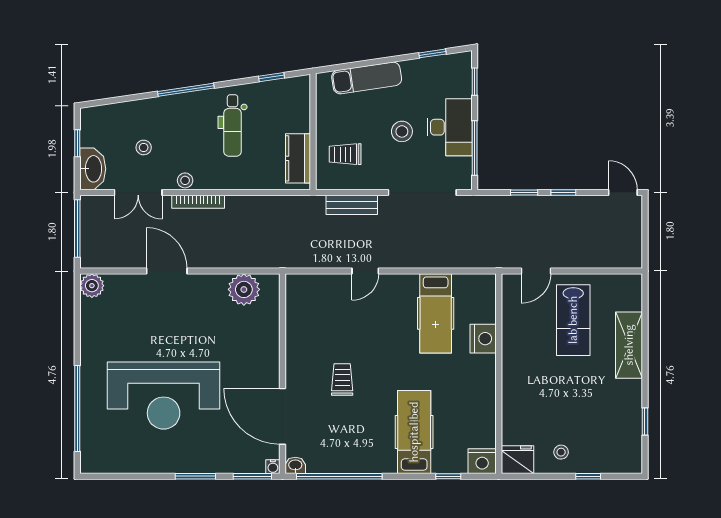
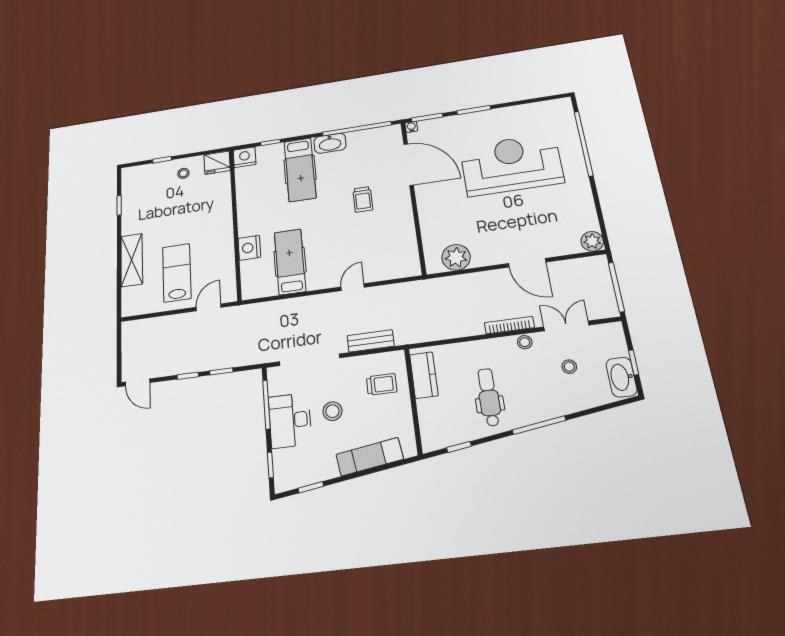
washbasin: (93, 169) -> (622, 377), moved
washbasin: (295, 465) -> (330, 143), moved, width x1.91, depth x1.45

